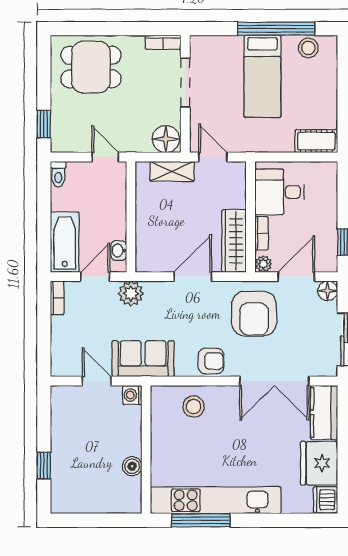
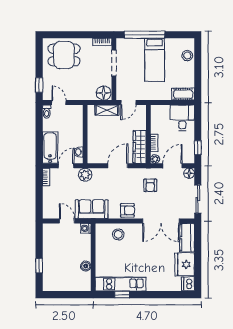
window: (276, 29) -> (145, 35), moved
stool: (308, 48) -> (187, 56), moved
door: (105, 157) -> (59, 103), moved
door: (213, 157) -> (128, 103), swing flipped
desk: (280, 192) -> (182, 118), moved, turned 90
armchair: (254, 314) -> (150, 185), width x0.53, depth x0.53
kitchen unit: (216, 500) -> (121, 284), width x0.73
window: (201, 520) -> (122, 295), width x0.46

